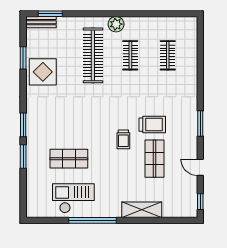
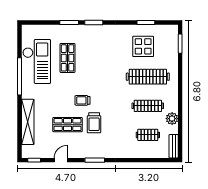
bench: (41, 22) -> (174, 146), moved
plant: (116, 24) -> (172, 119), moved
clothes rail: (130, 55) -> (148, 106), width x1.36
display table: (43, 72) -> (143, 46), moved
checkout: (73, 198) -> (37, 61), width x1.36, depth x1.21
shelving: (142, 210) -> (28, 122), width x1.47

